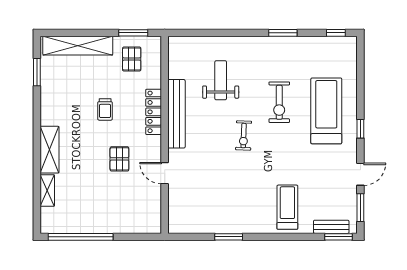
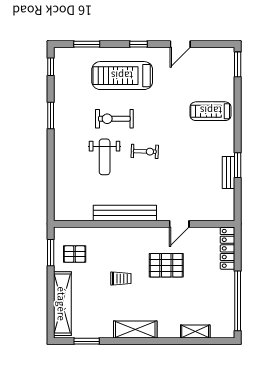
weight bench: (221, 80) -> (105, 157), moved, turned -90
exercise bike: (279, 102) -> (114, 119), turned 180
locker: (154, 112) -> (228, 248), moved, turned 90
shelving: (49, 150) -> (135, 329), moved
pallet: (119, 159) -> (166, 265), width x1.50, depth x1.42
door: (360, 174) -> (180, 44), swing flipped
window: (360, 208) -> (87, 44), moved
bench: (331, 227) -> (229, 173), moved

